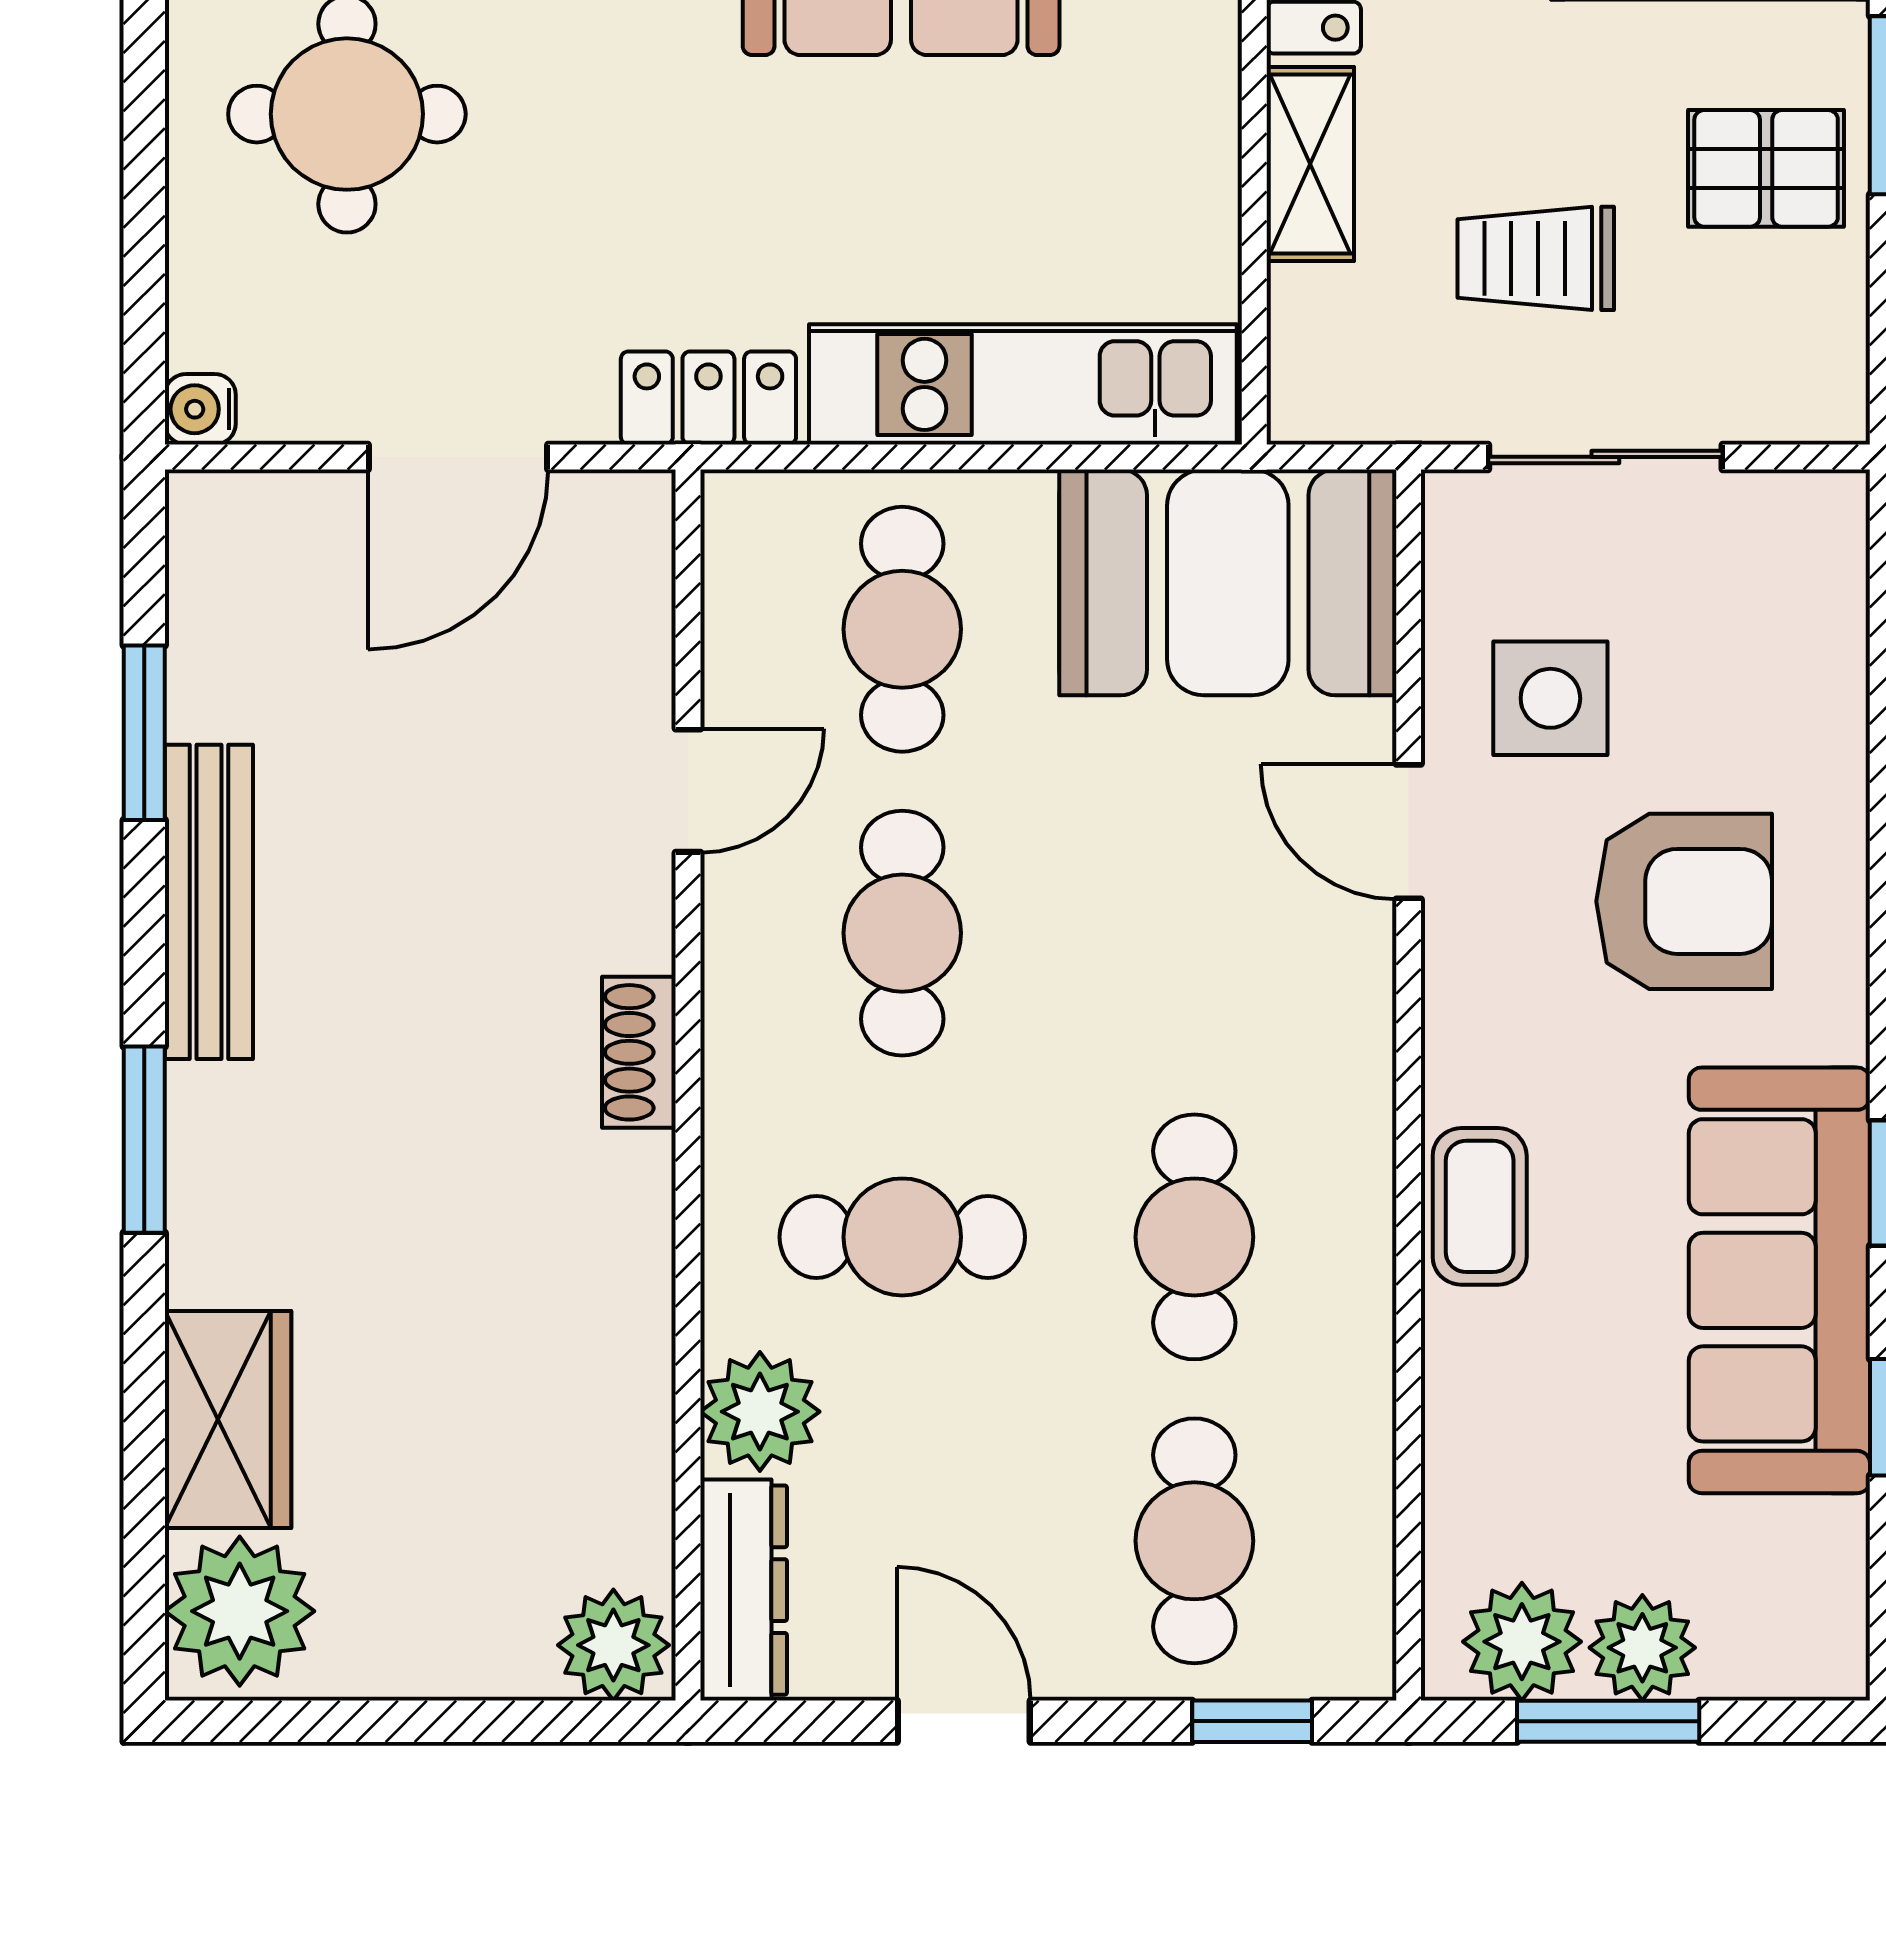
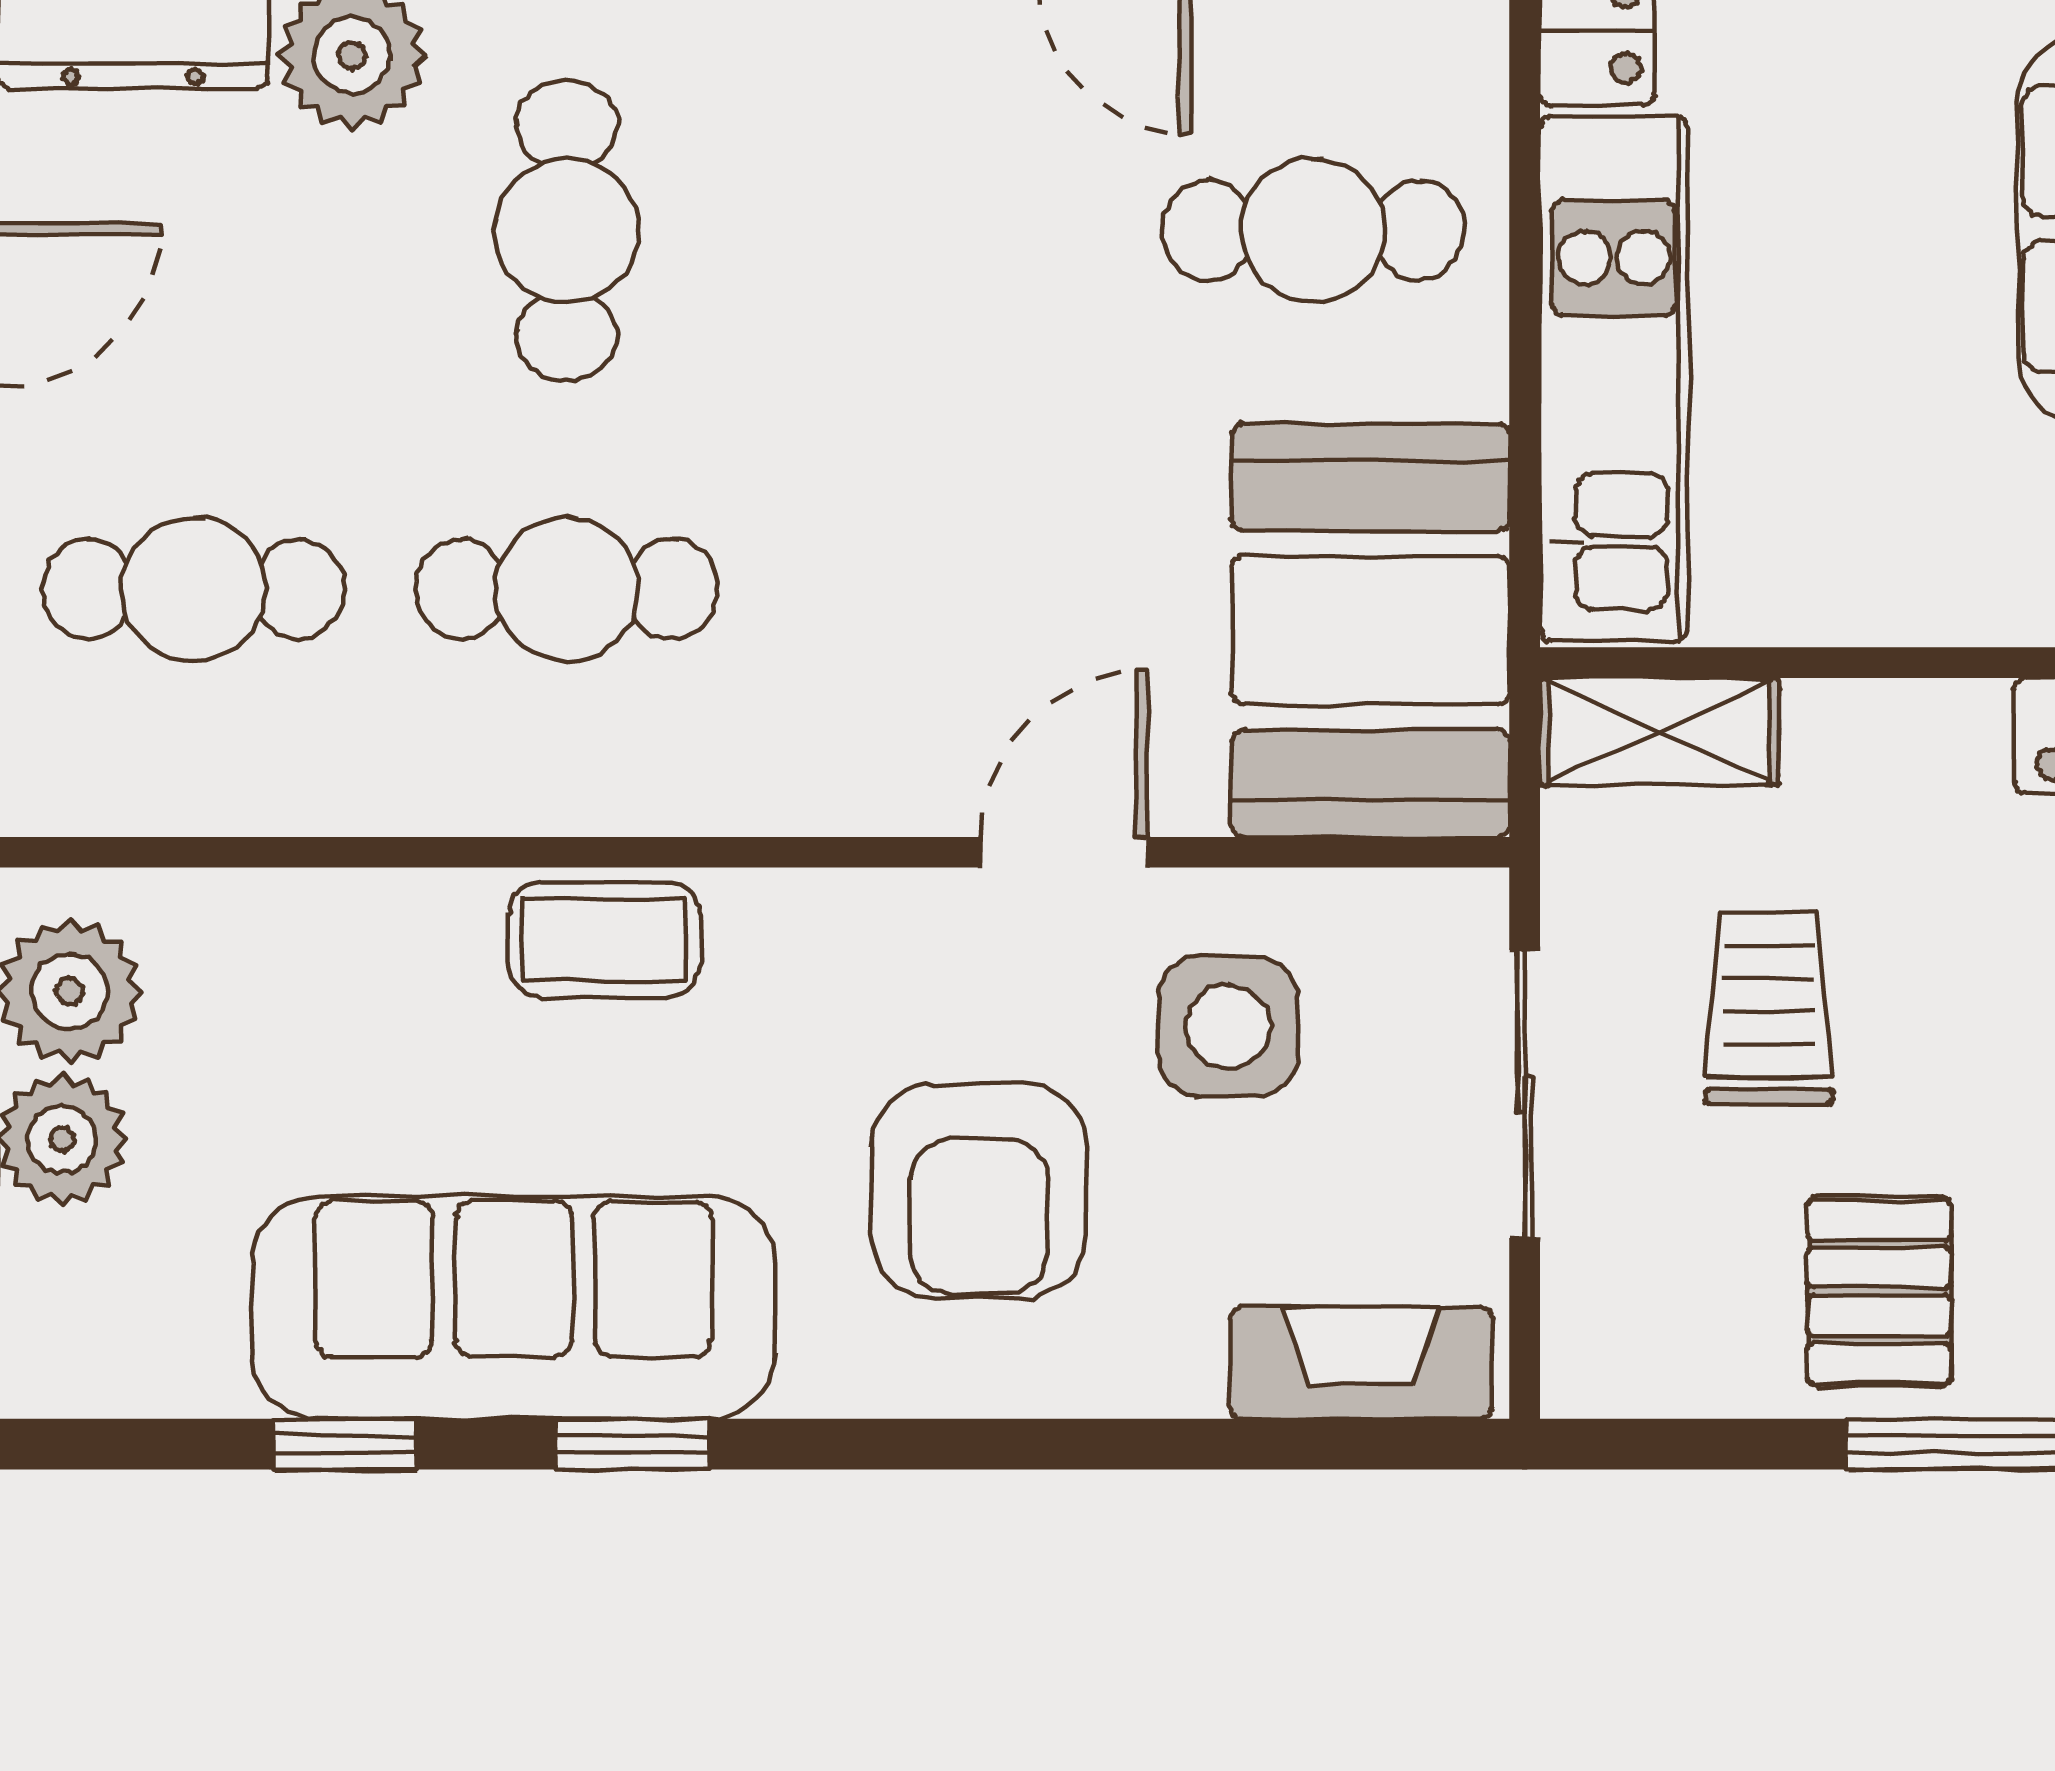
shelving: (1310, 164) -> (1659, 731), moved
fireplace: (1824, 590) -> (1361, 1363), added
cafe table: (902, 933) -> (940, 230), removed

